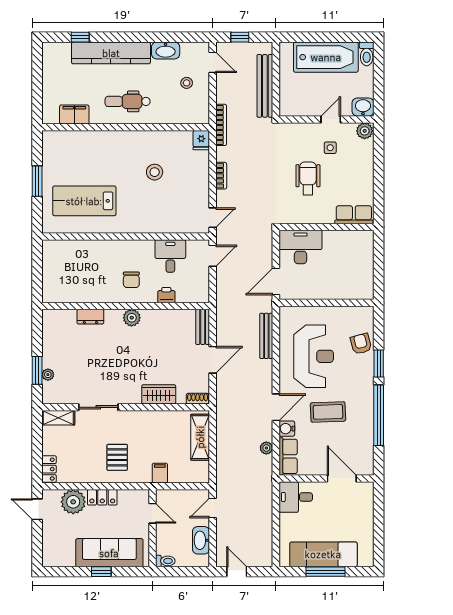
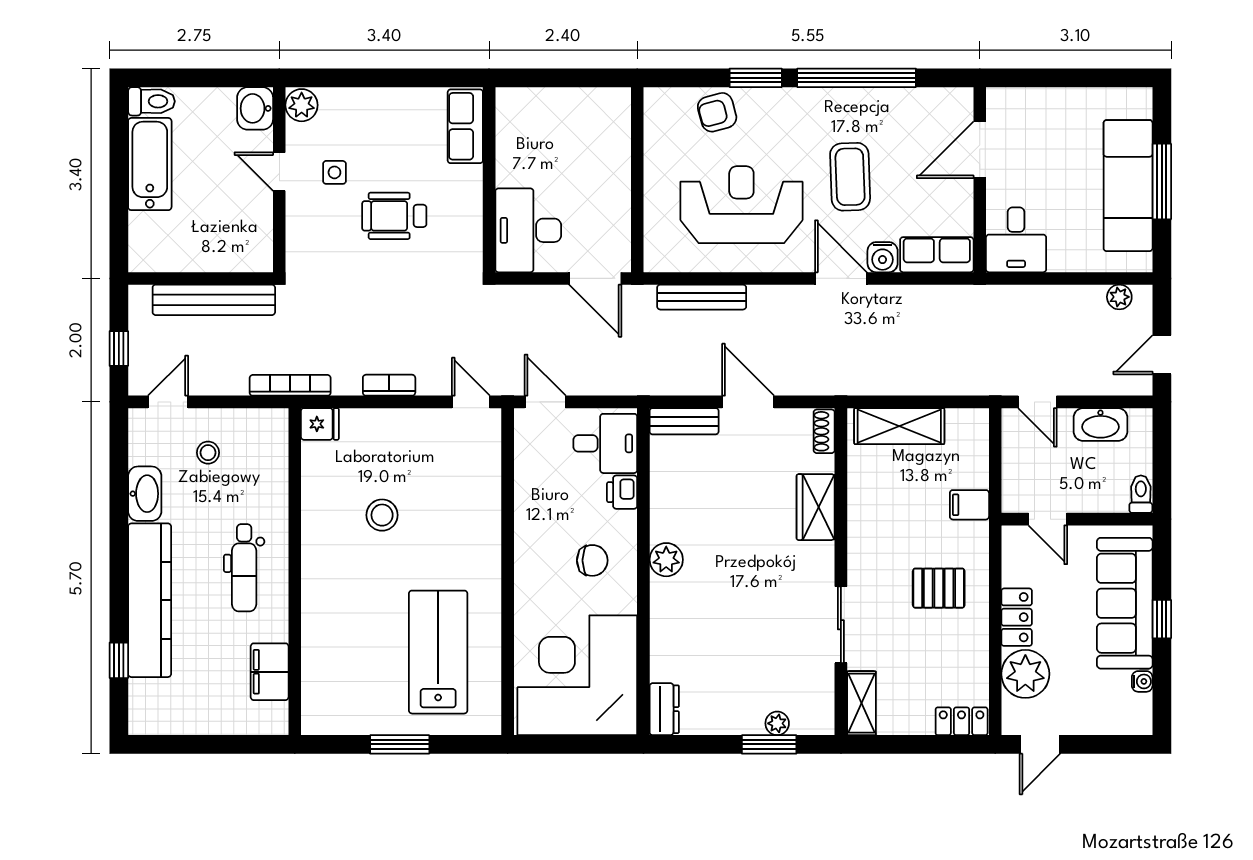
bathtub: (326, 57) -> (150, 164), width x0.73, depth x0.73
lab bench: (84, 201) -> (438, 652), turned 180
desk: (170, 256) -> (605, 443), moved, turned 180
corner desk: (73, 272) -> (577, 675), added
dresser: (90, 317) -> (664, 709), moved
plant: (266, 448) -> (1119, 297), moved
door: (153, 513) -> (1048, 519), swing flipped
water cooler: (69, 562) -> (1142, 681), added

